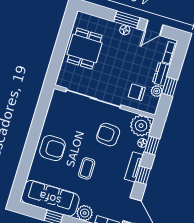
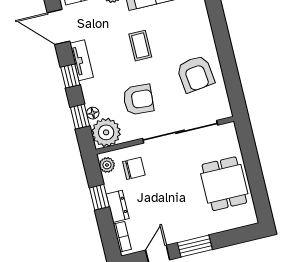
floor lamp: (125, 30) -> (190, 233), removed
plant: (157, 91) -> (107, 165), moved
armchair: (52, 148) -> (195, 74), moved, turned -97
tv unit: (134, 167) -> (82, 60), moved

